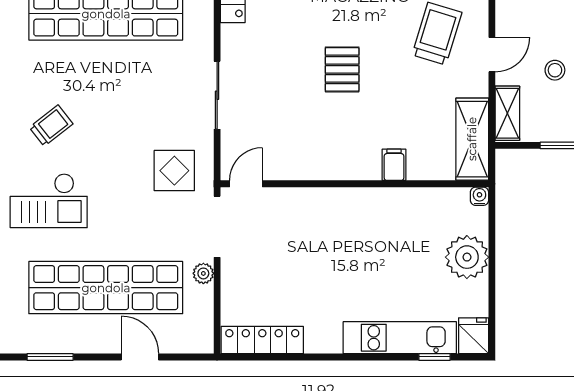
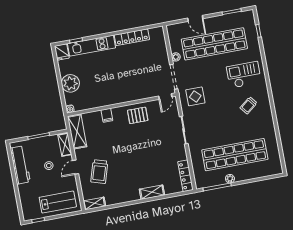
pallet: (342, 69) -> (138, 115), moved, turned 90
locker: (262, 340) -> (132, 37), moved

